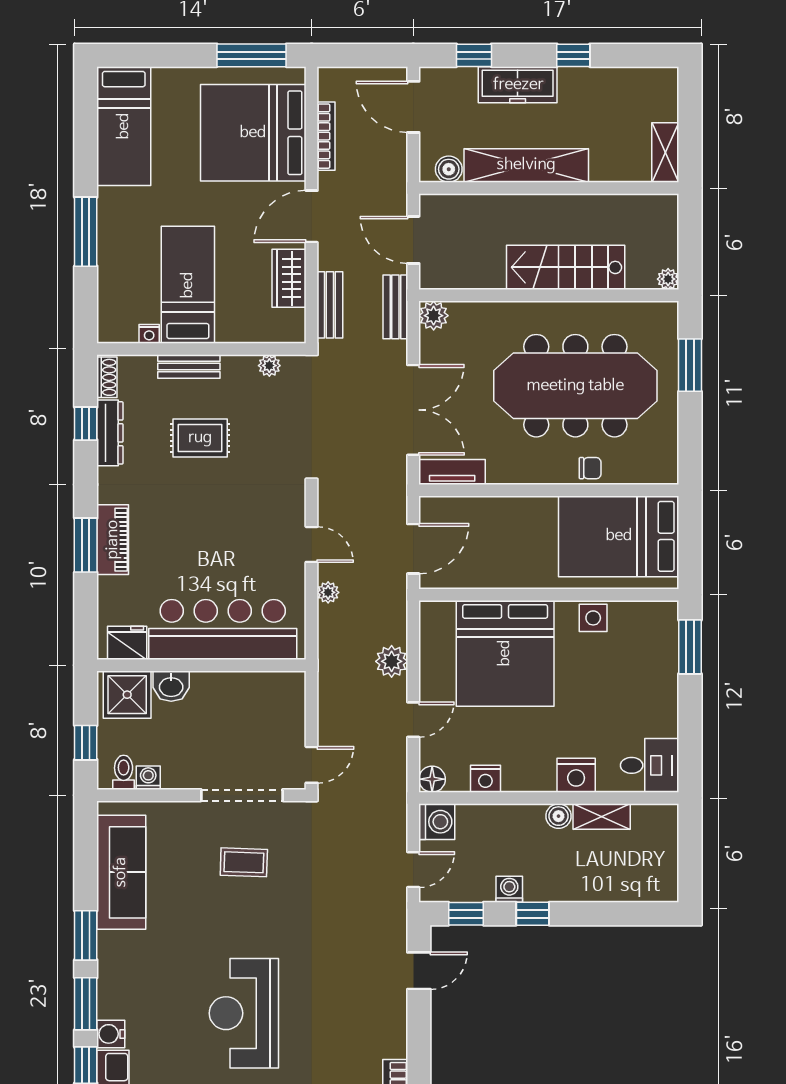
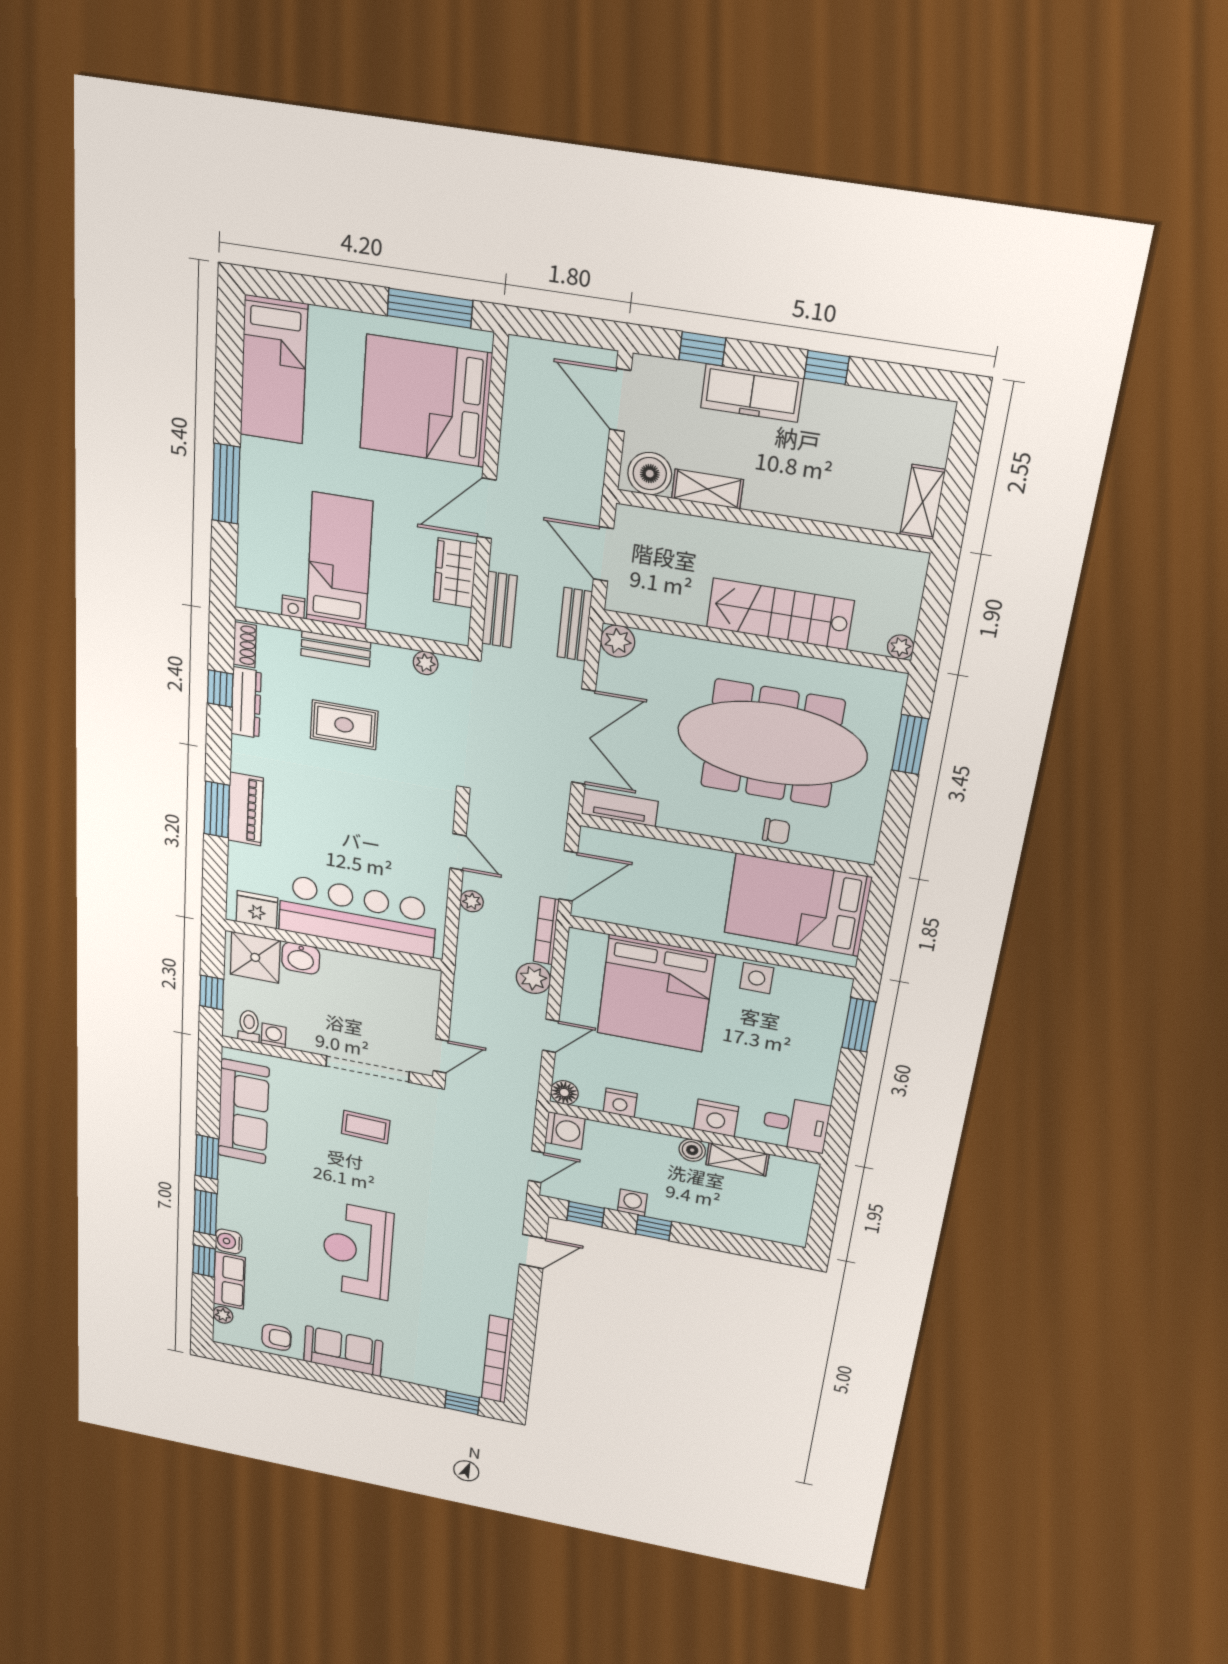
bookcase: (326, 136) -> (546, 931), moved, turned 180
shelving: (526, 165) -> (707, 489), width x0.45, depth x0.75
boiler: (449, 169) -> (650, 474), width x1.36, depth x1.36

